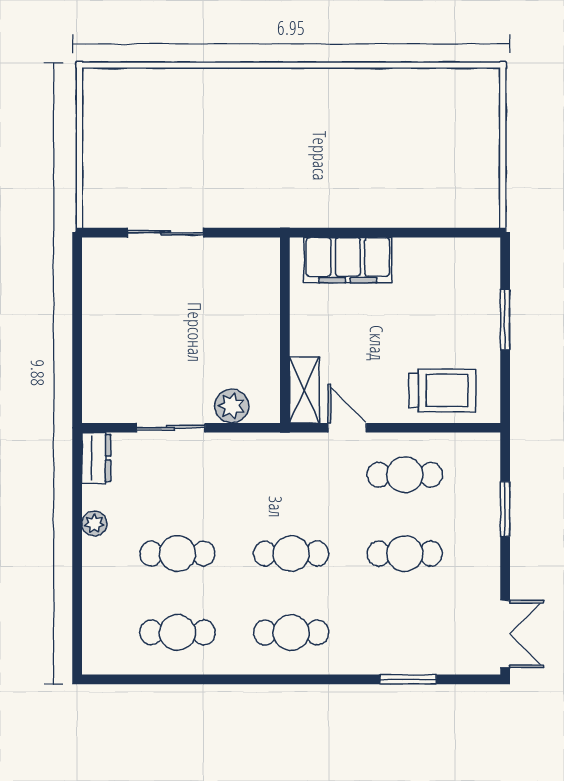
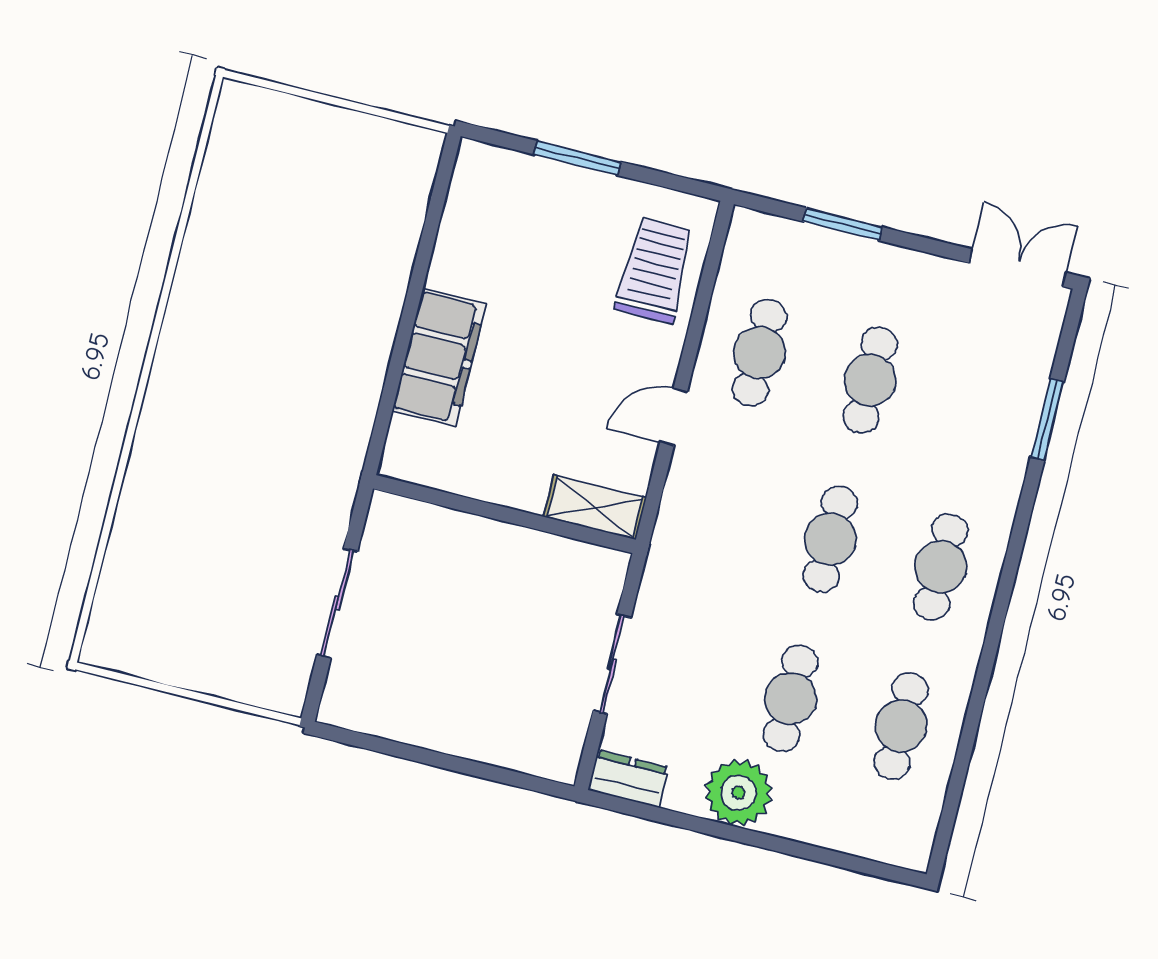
wall: (285, 330) -> (504, 514), moved
shelving: (304, 390) -> (595, 507), moved
plant: (232, 406) -> (603, 571), removed
plant: (94, 523) -> (739, 793), width x1.87, depth x1.87

